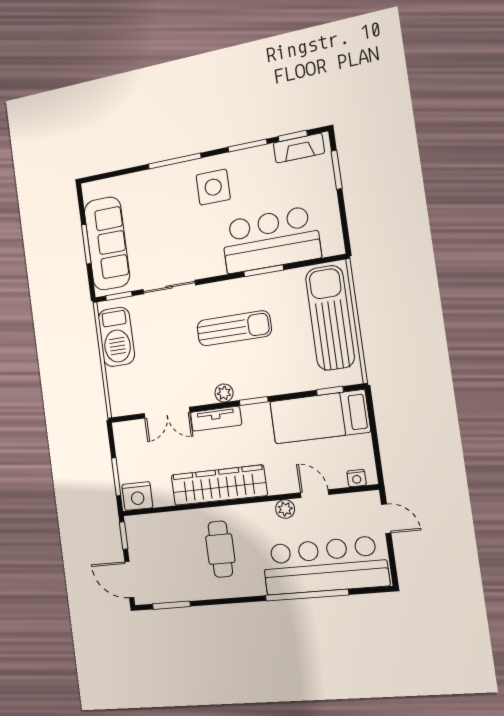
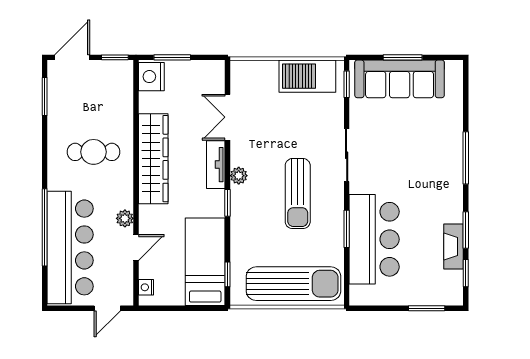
fireplace: (299, 148) -> (453, 246), moved
side table: (213, 187) -> (433, 192), removed
sliding door: (169, 287) -> (347, 155), moved

